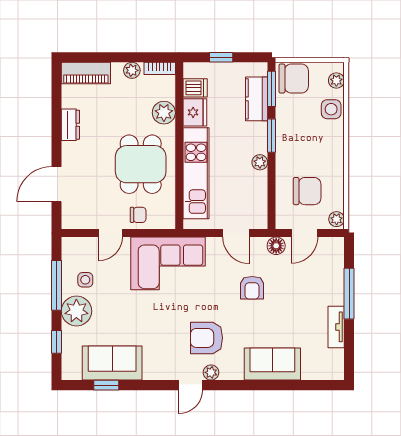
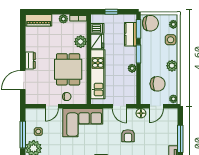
dresser: (70, 125) -> (30, 61), moved
plant: (334, 157) -> (172, 66), added

